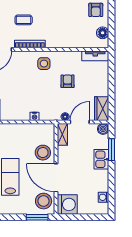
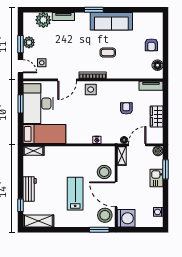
coffee table: (24, 20) -> (108, 52), moved
side table: (44, 64) -> (91, 90), moved
wardrobe: (102, 109) -> (157, 116), moved

